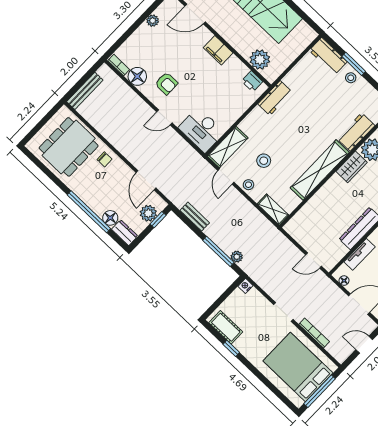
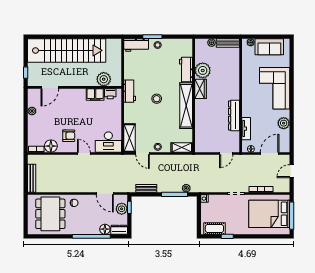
filing cabinet: (218, 50) -> (95, 94), moved
door: (164, 117) -> (84, 153), swing flipped
stool: (264, 161) -> (157, 99), moved

